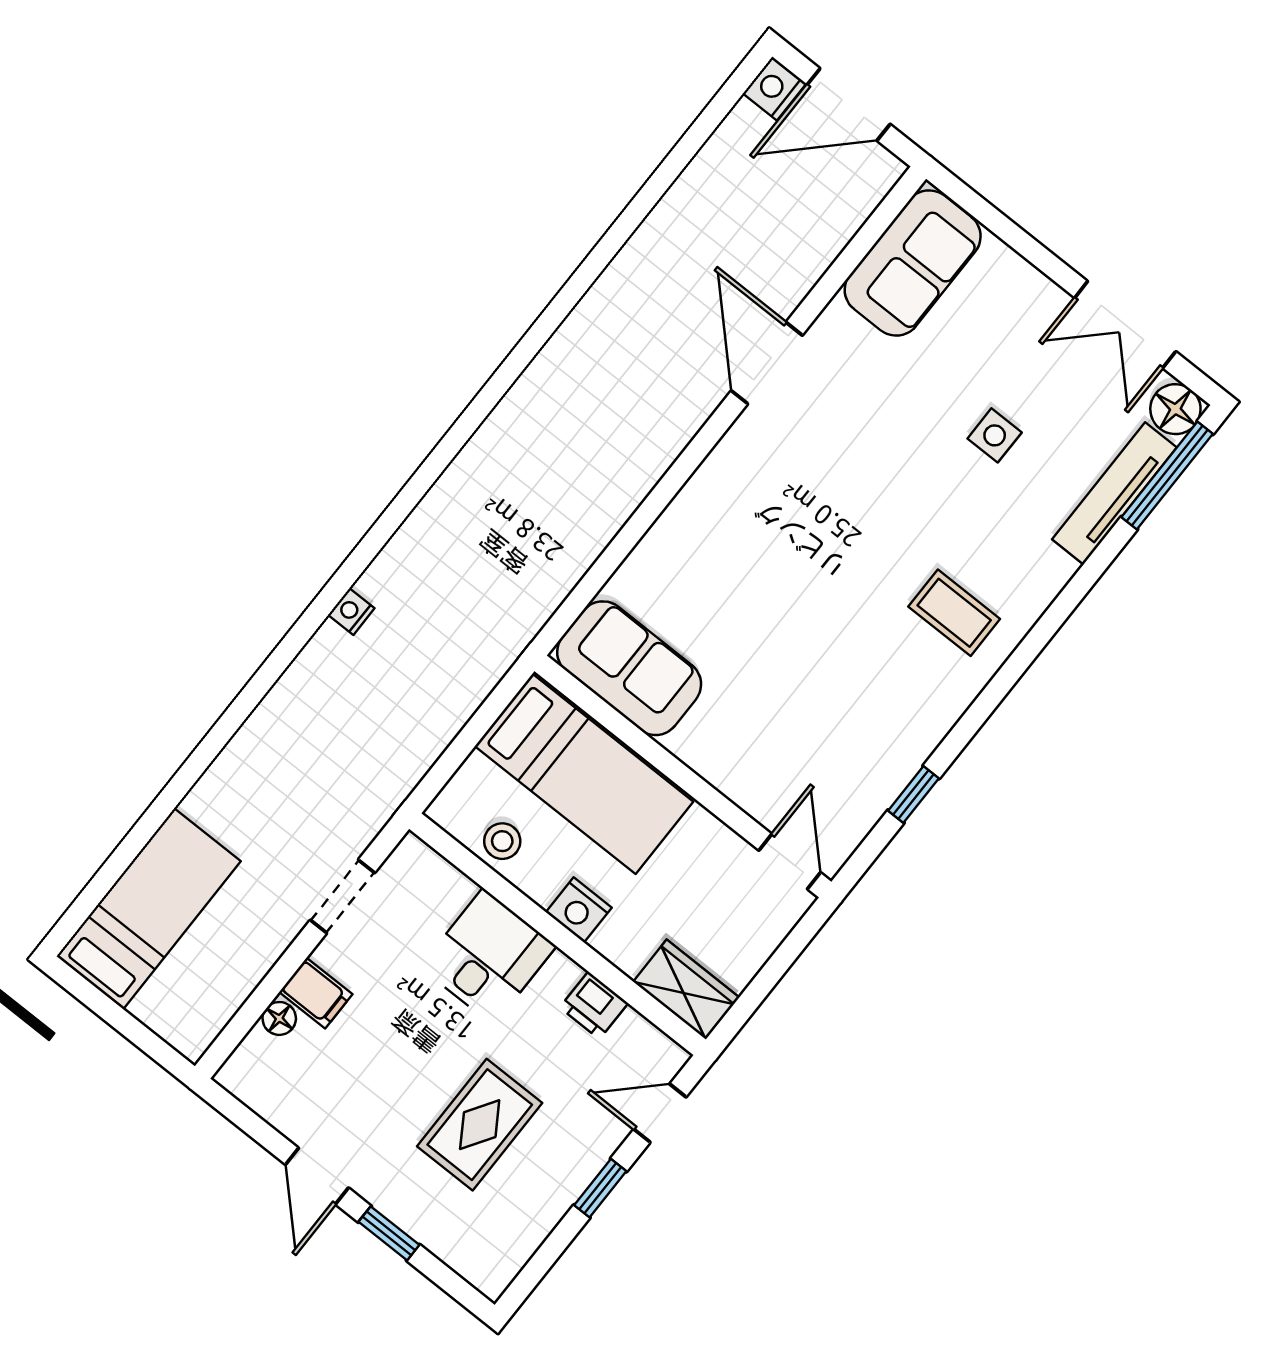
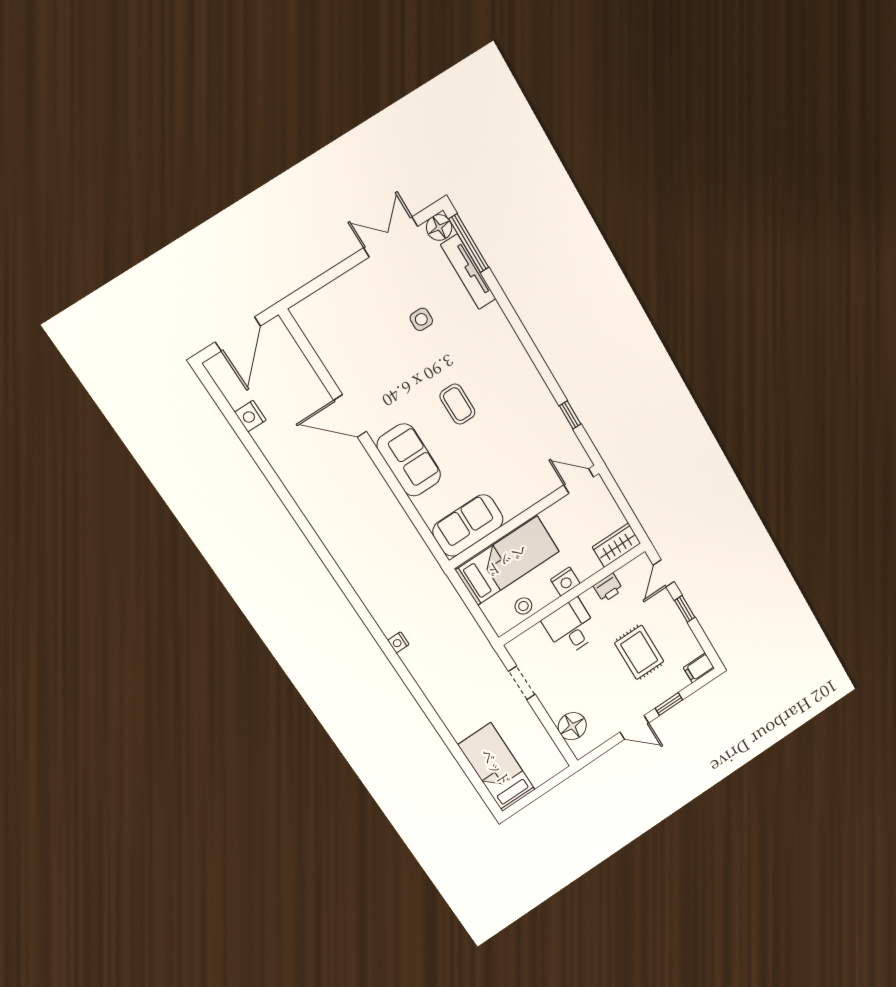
nightstand: (774, 88) -> (250, 416), moved
sofa: (913, 263) -> (409, 460), moved
double door: (1125, 325) -> (391, 237), swing flipped
coffee table: (954, 613) -> (457, 404), moved, turned 90
filing cabinet: (316, 993) -> (699, 668), moved, turned 180
floor lamp: (279, 1018) -> (572, 726), width x1.89, depth x1.89

